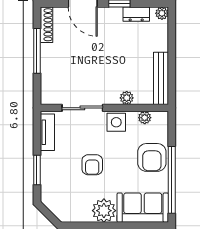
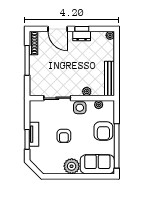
dresser: (136, 14) -> (82, 36), moved
tv unit: (47, 132) -> (34, 134), moved

